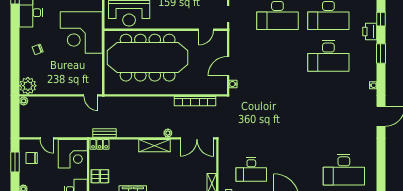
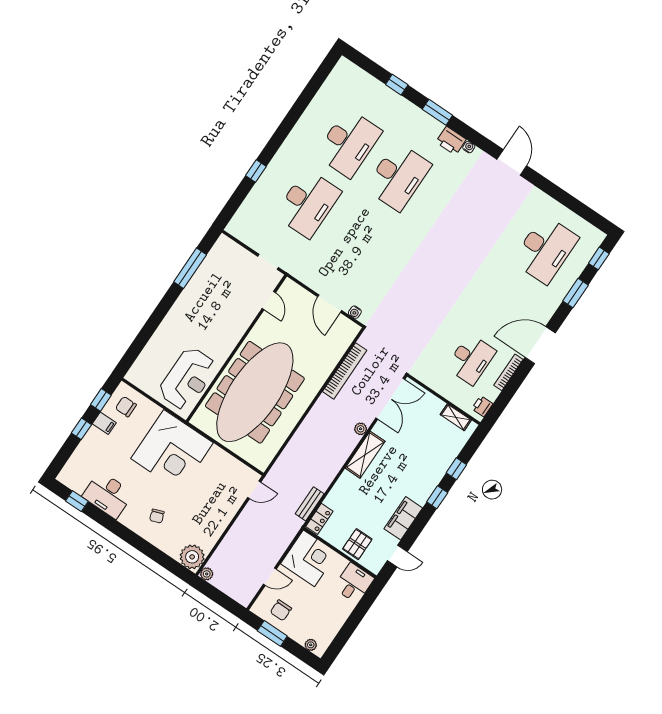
printer: (370, 31) -> (451, 141), moved

